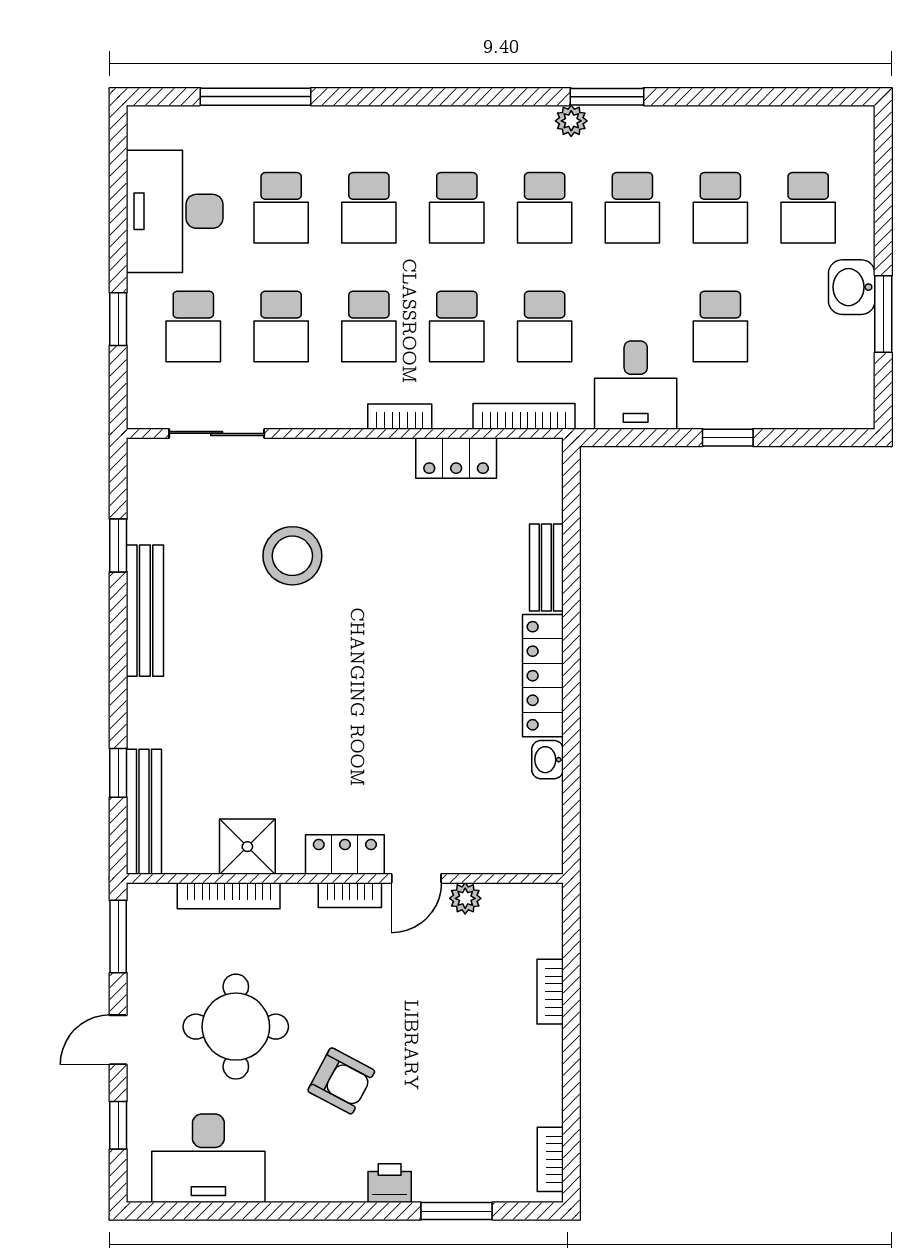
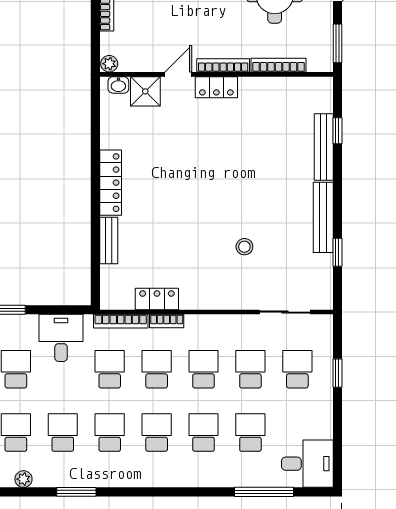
plant: (571, 121) -> (23, 479), moved
desk: (175, 211) -> (307, 464), moved, width x0.73
bookcase: (400, 417) -> (167, 321), moved
stool: (292, 556) -> (244, 247), width x0.53, depth x0.53
washbasin: (547, 760) -> (118, 85), moved, turned 90
bench: (144, 812) -> (324, 147), moved
shower: (247, 847) -> (145, 91), moved
bookcase: (350, 895) -> (223, 65), width x1.56
plant: (465, 898) -> (109, 64), moved

